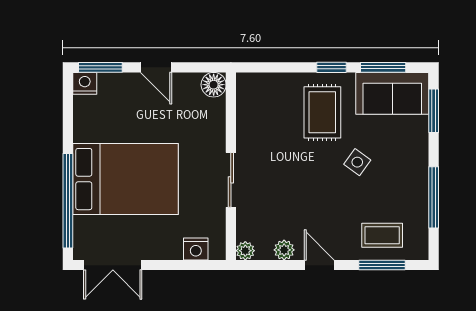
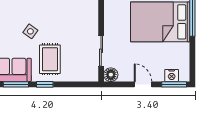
nightstand: (85, 83) -> (172, 75), moved
sliding door: (231, 180) -> (101, 51), moved

